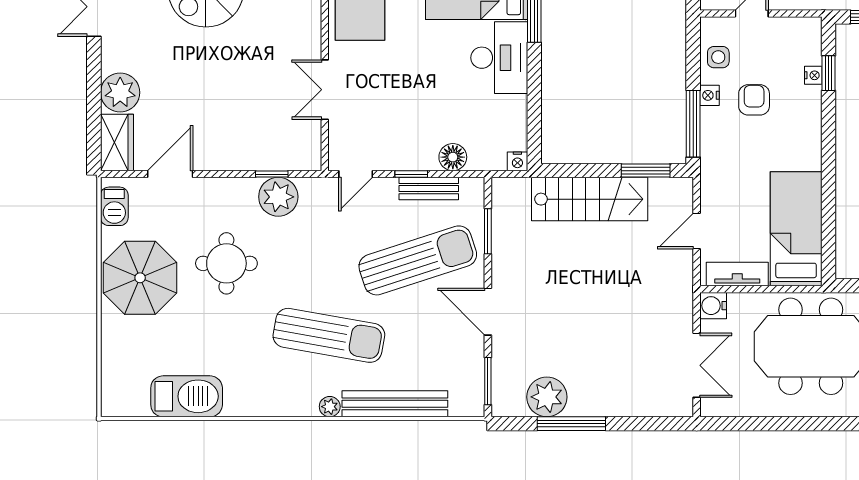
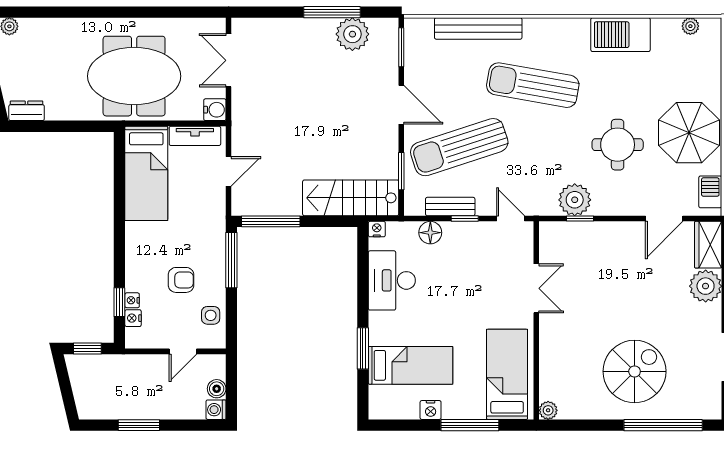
desk: (499, 58) -> (392, 280), moved
nightstand: (709, 95) -> (133, 318), moved, turned 180
armchair: (754, 100) -> (181, 280), turned -90
window: (646, 171) -> (271, 221), width x1.44
door: (356, 174) -> (511, 219), hinge flipped
stairs: (590, 199) -> (351, 198), moved
barbecue: (187, 396) -> (621, 35), moved
plant: (330, 407) -> (690, 26), moved

